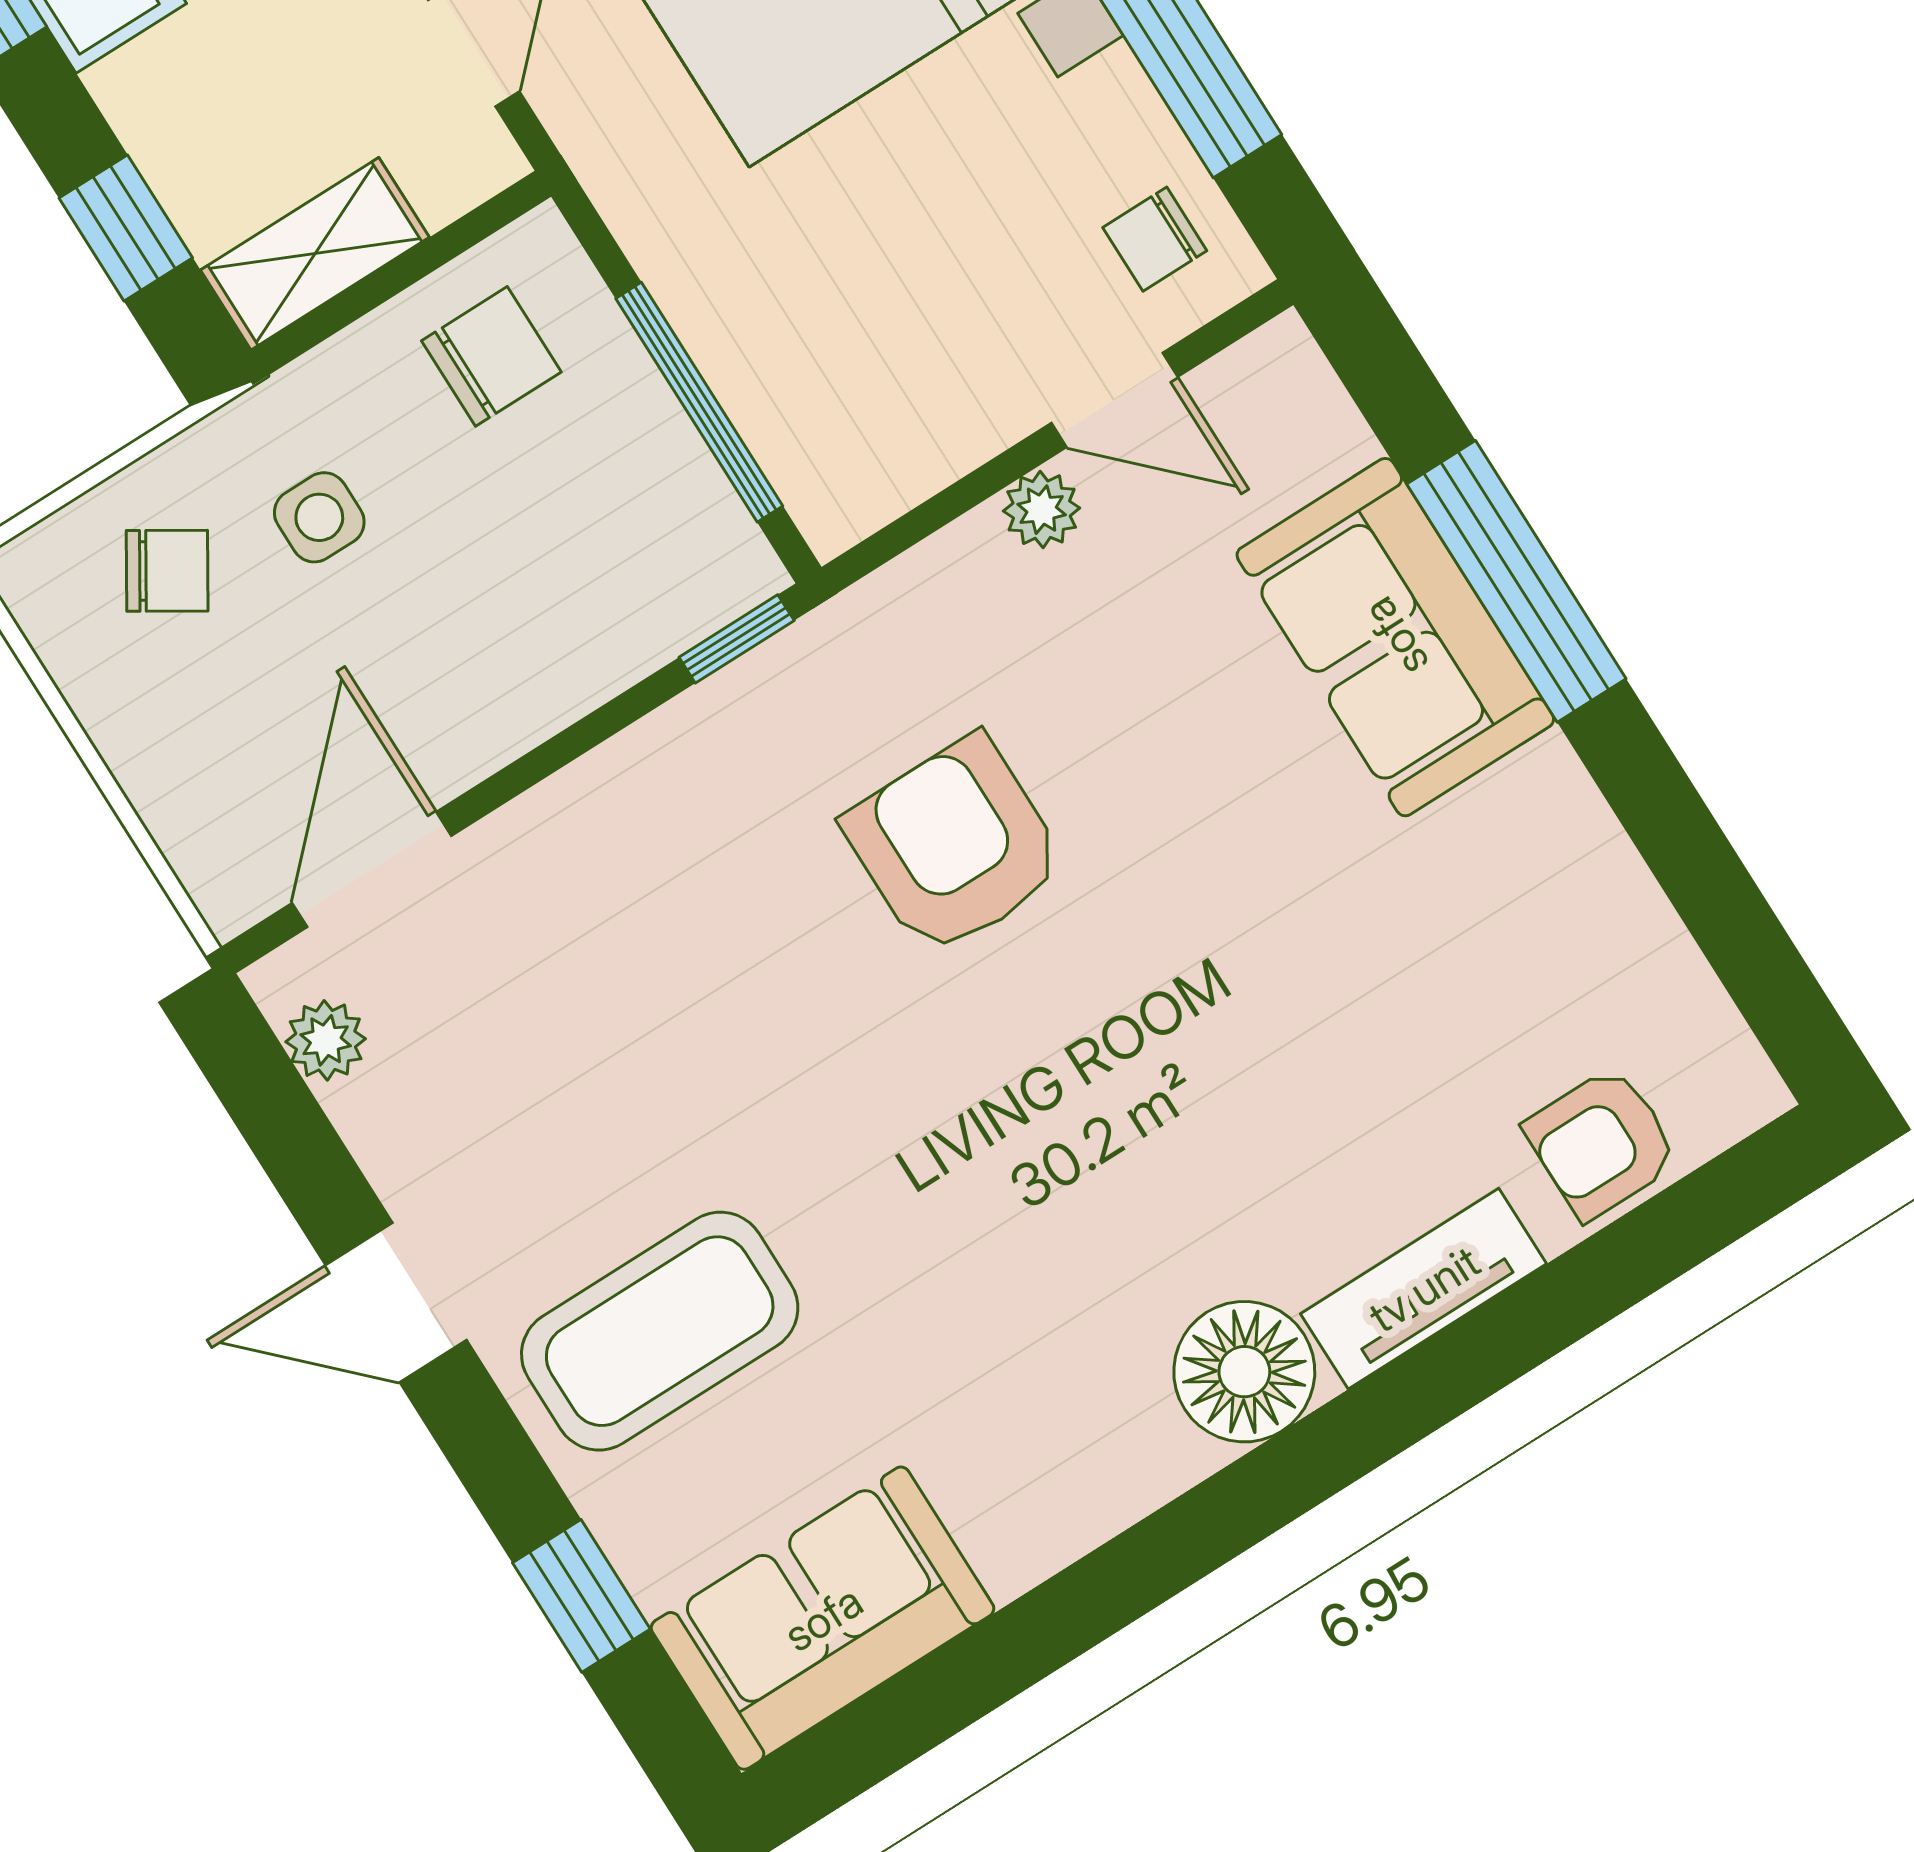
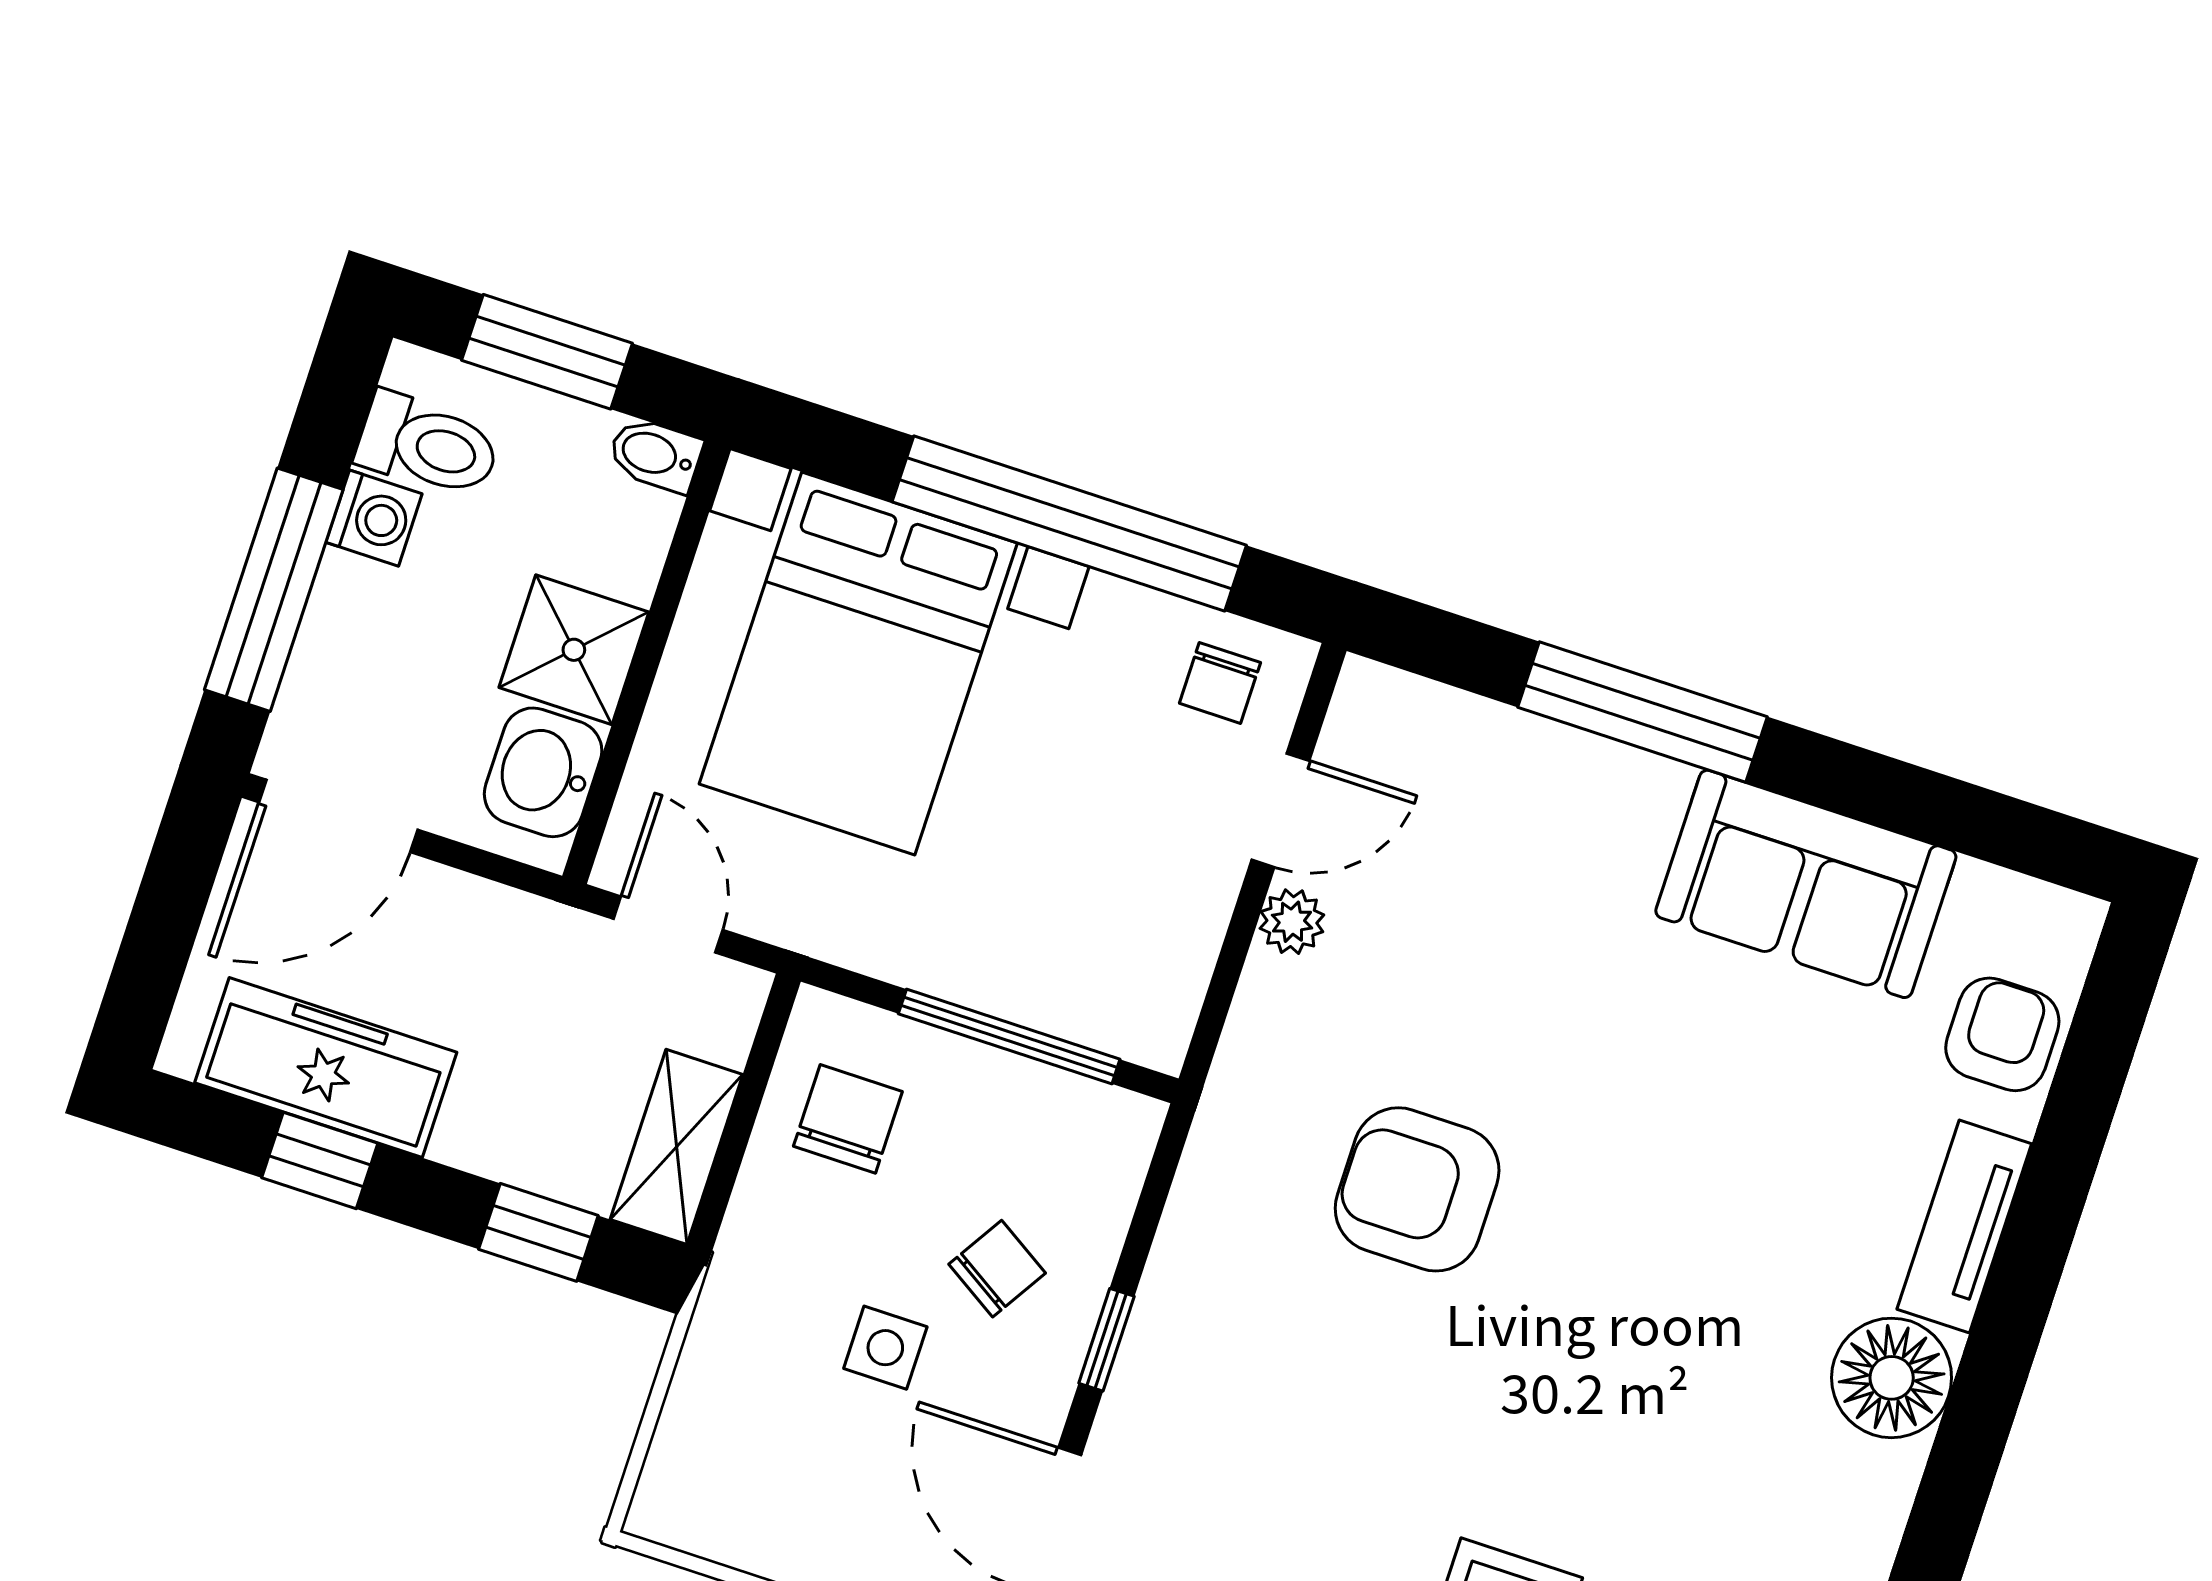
side table: (319, 517) -> (885, 1348), moved
chair: (167, 571) -> (997, 1269), moved
sofa: (1395, 637) -> (1806, 884), moved
window: (737, 639) -> (1106, 1340), moved
armchair: (1602, 1143) -> (2002, 1034), turned 180

